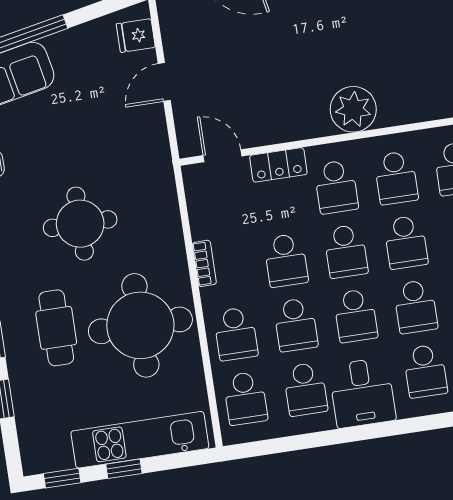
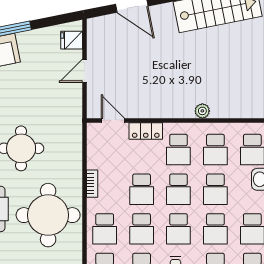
plant: (353, 109) -> (202, 111), width x0.53, depth x0.53

